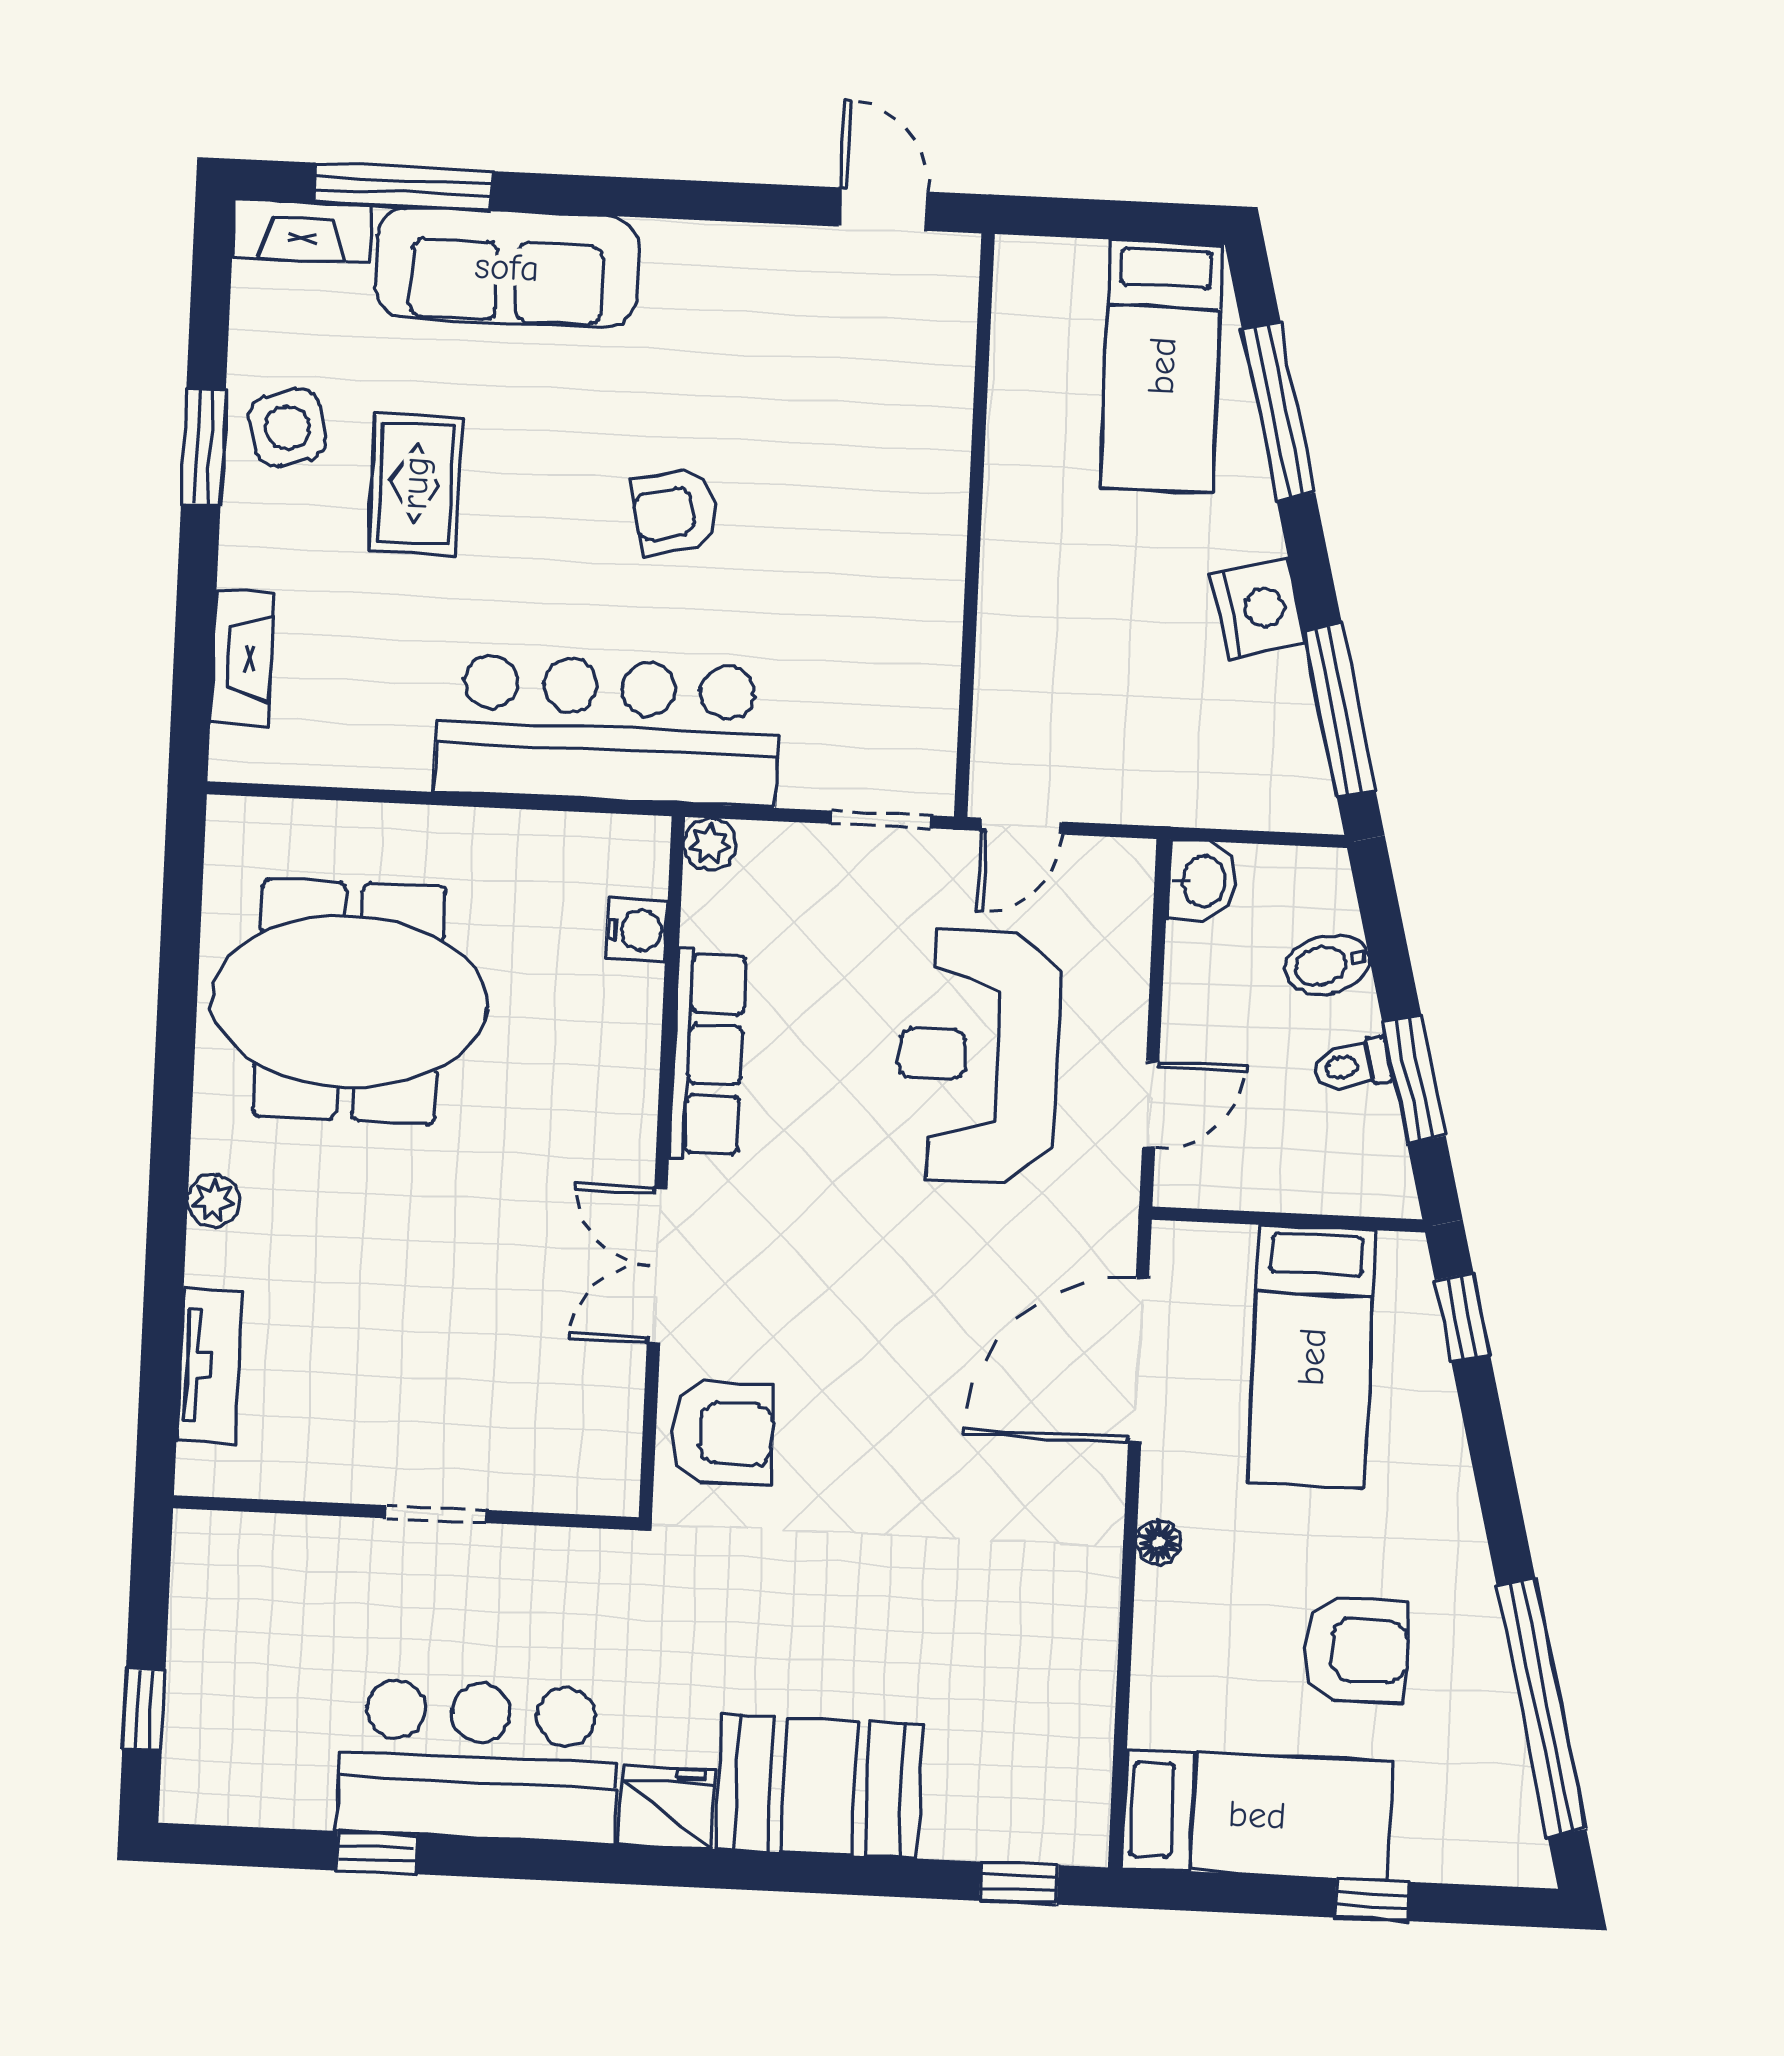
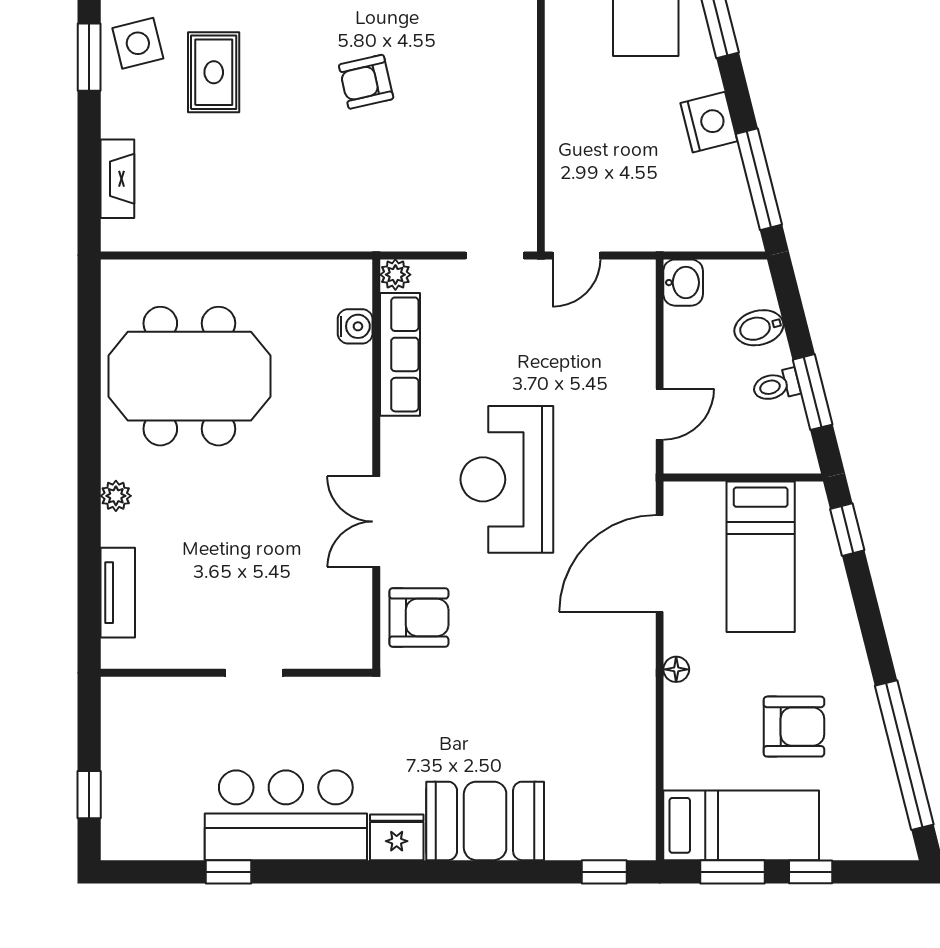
bar counter: (608, 730) -> (333, 211), removed
row of seats: (708, 1054) -> (400, 354), moved
reception desk: (979, 1056) -> (507, 479), moved
window: (1238, 1893) -> (733, 872), added

